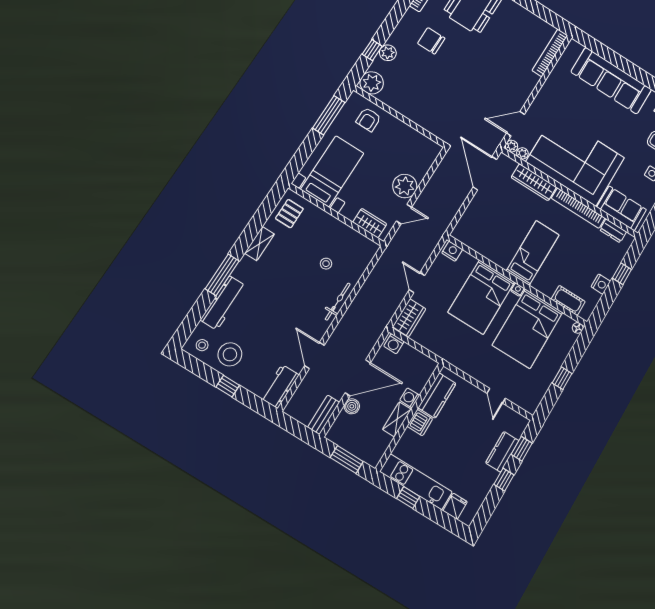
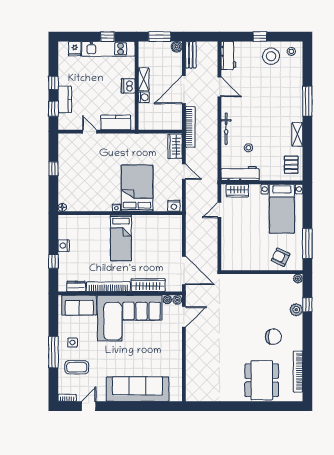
bookcase: (550, 53) -> (190, 127), moved
plant: (372, 83) -> (298, 279), width x0.53, depth x0.53
armchair: (368, 119) -> (281, 257), turned -65
plant: (405, 186) -> (230, 229), removed
cot: (568, 300) -> (79, 221), removed
workbench: (223, 303) -> (240, 174), moved, turned 90
bed: (528, 329) -> (95, 187), removed
washing machine: (394, 344) -> (175, 124), removed
kitchen counter: (437, 396) -> (116, 122), moved, turned 90
boiler: (352, 406) -> (177, 47), moved

